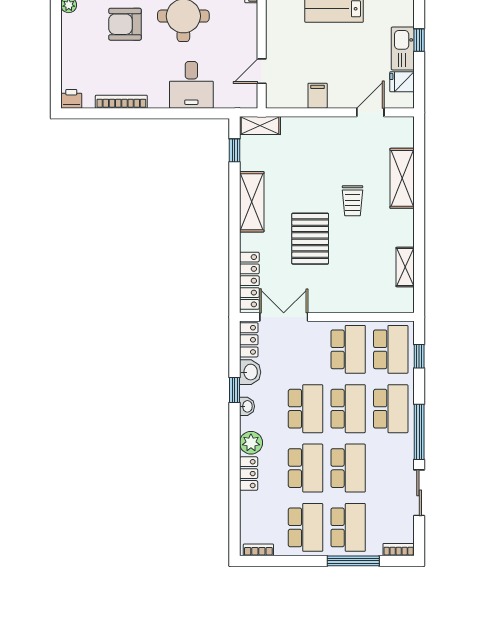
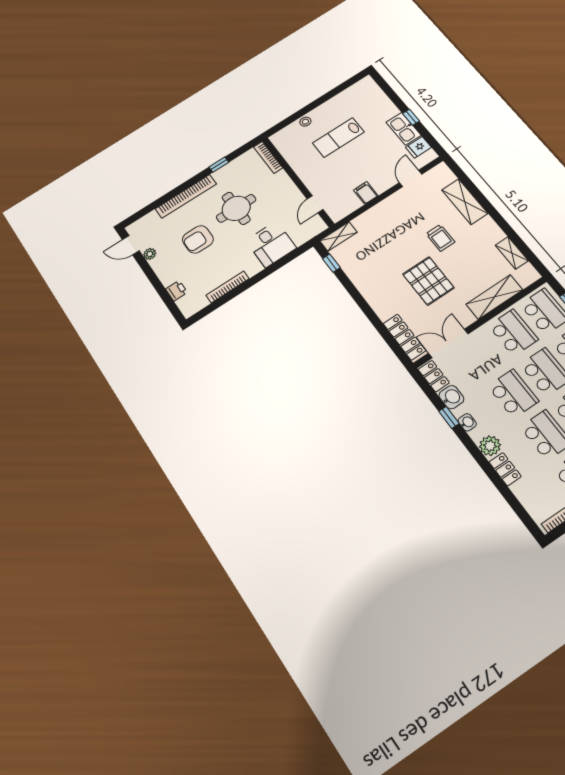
printer: (71, 99) -> (176, 291), moved, turned 90
shelving: (252, 202) -> (494, 297), moved, turned 90

